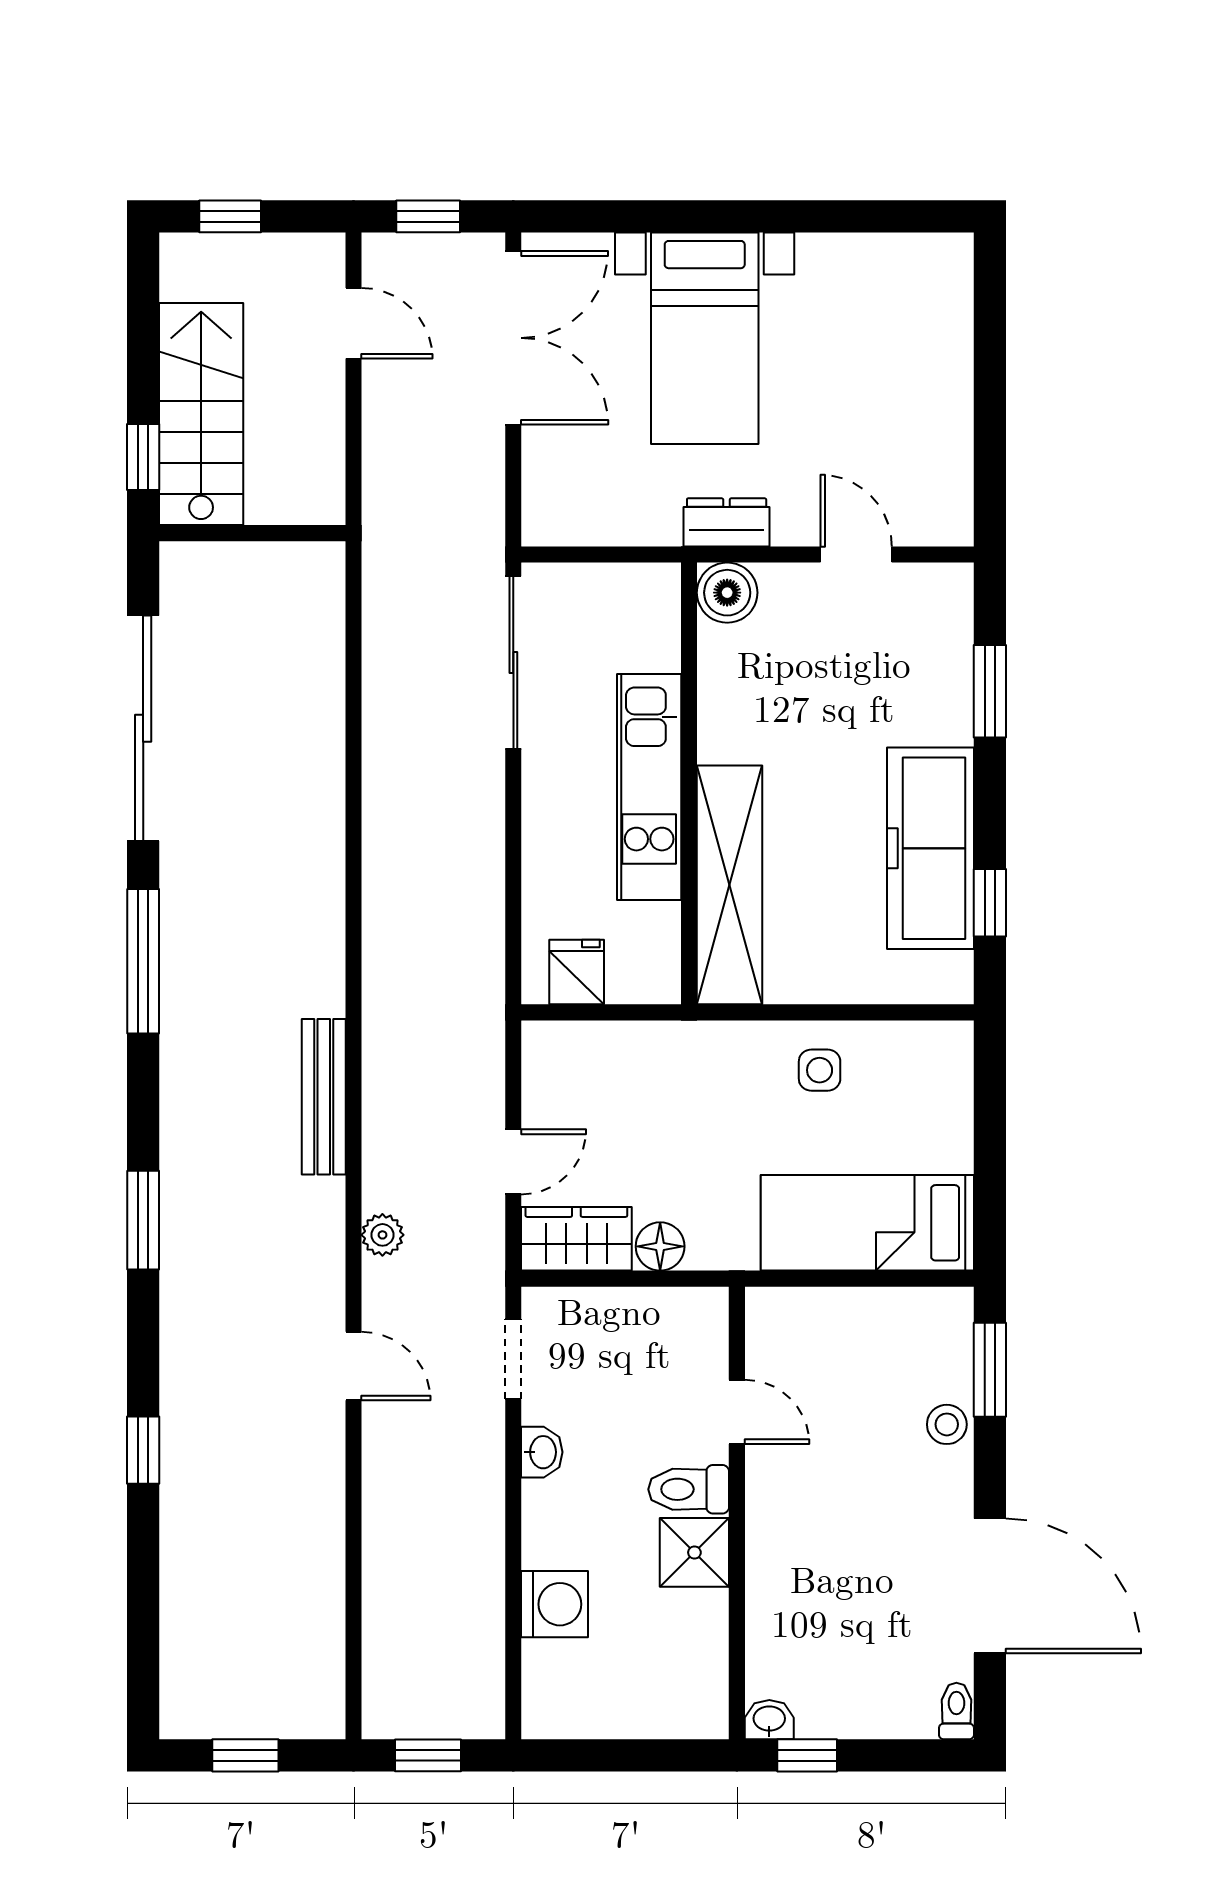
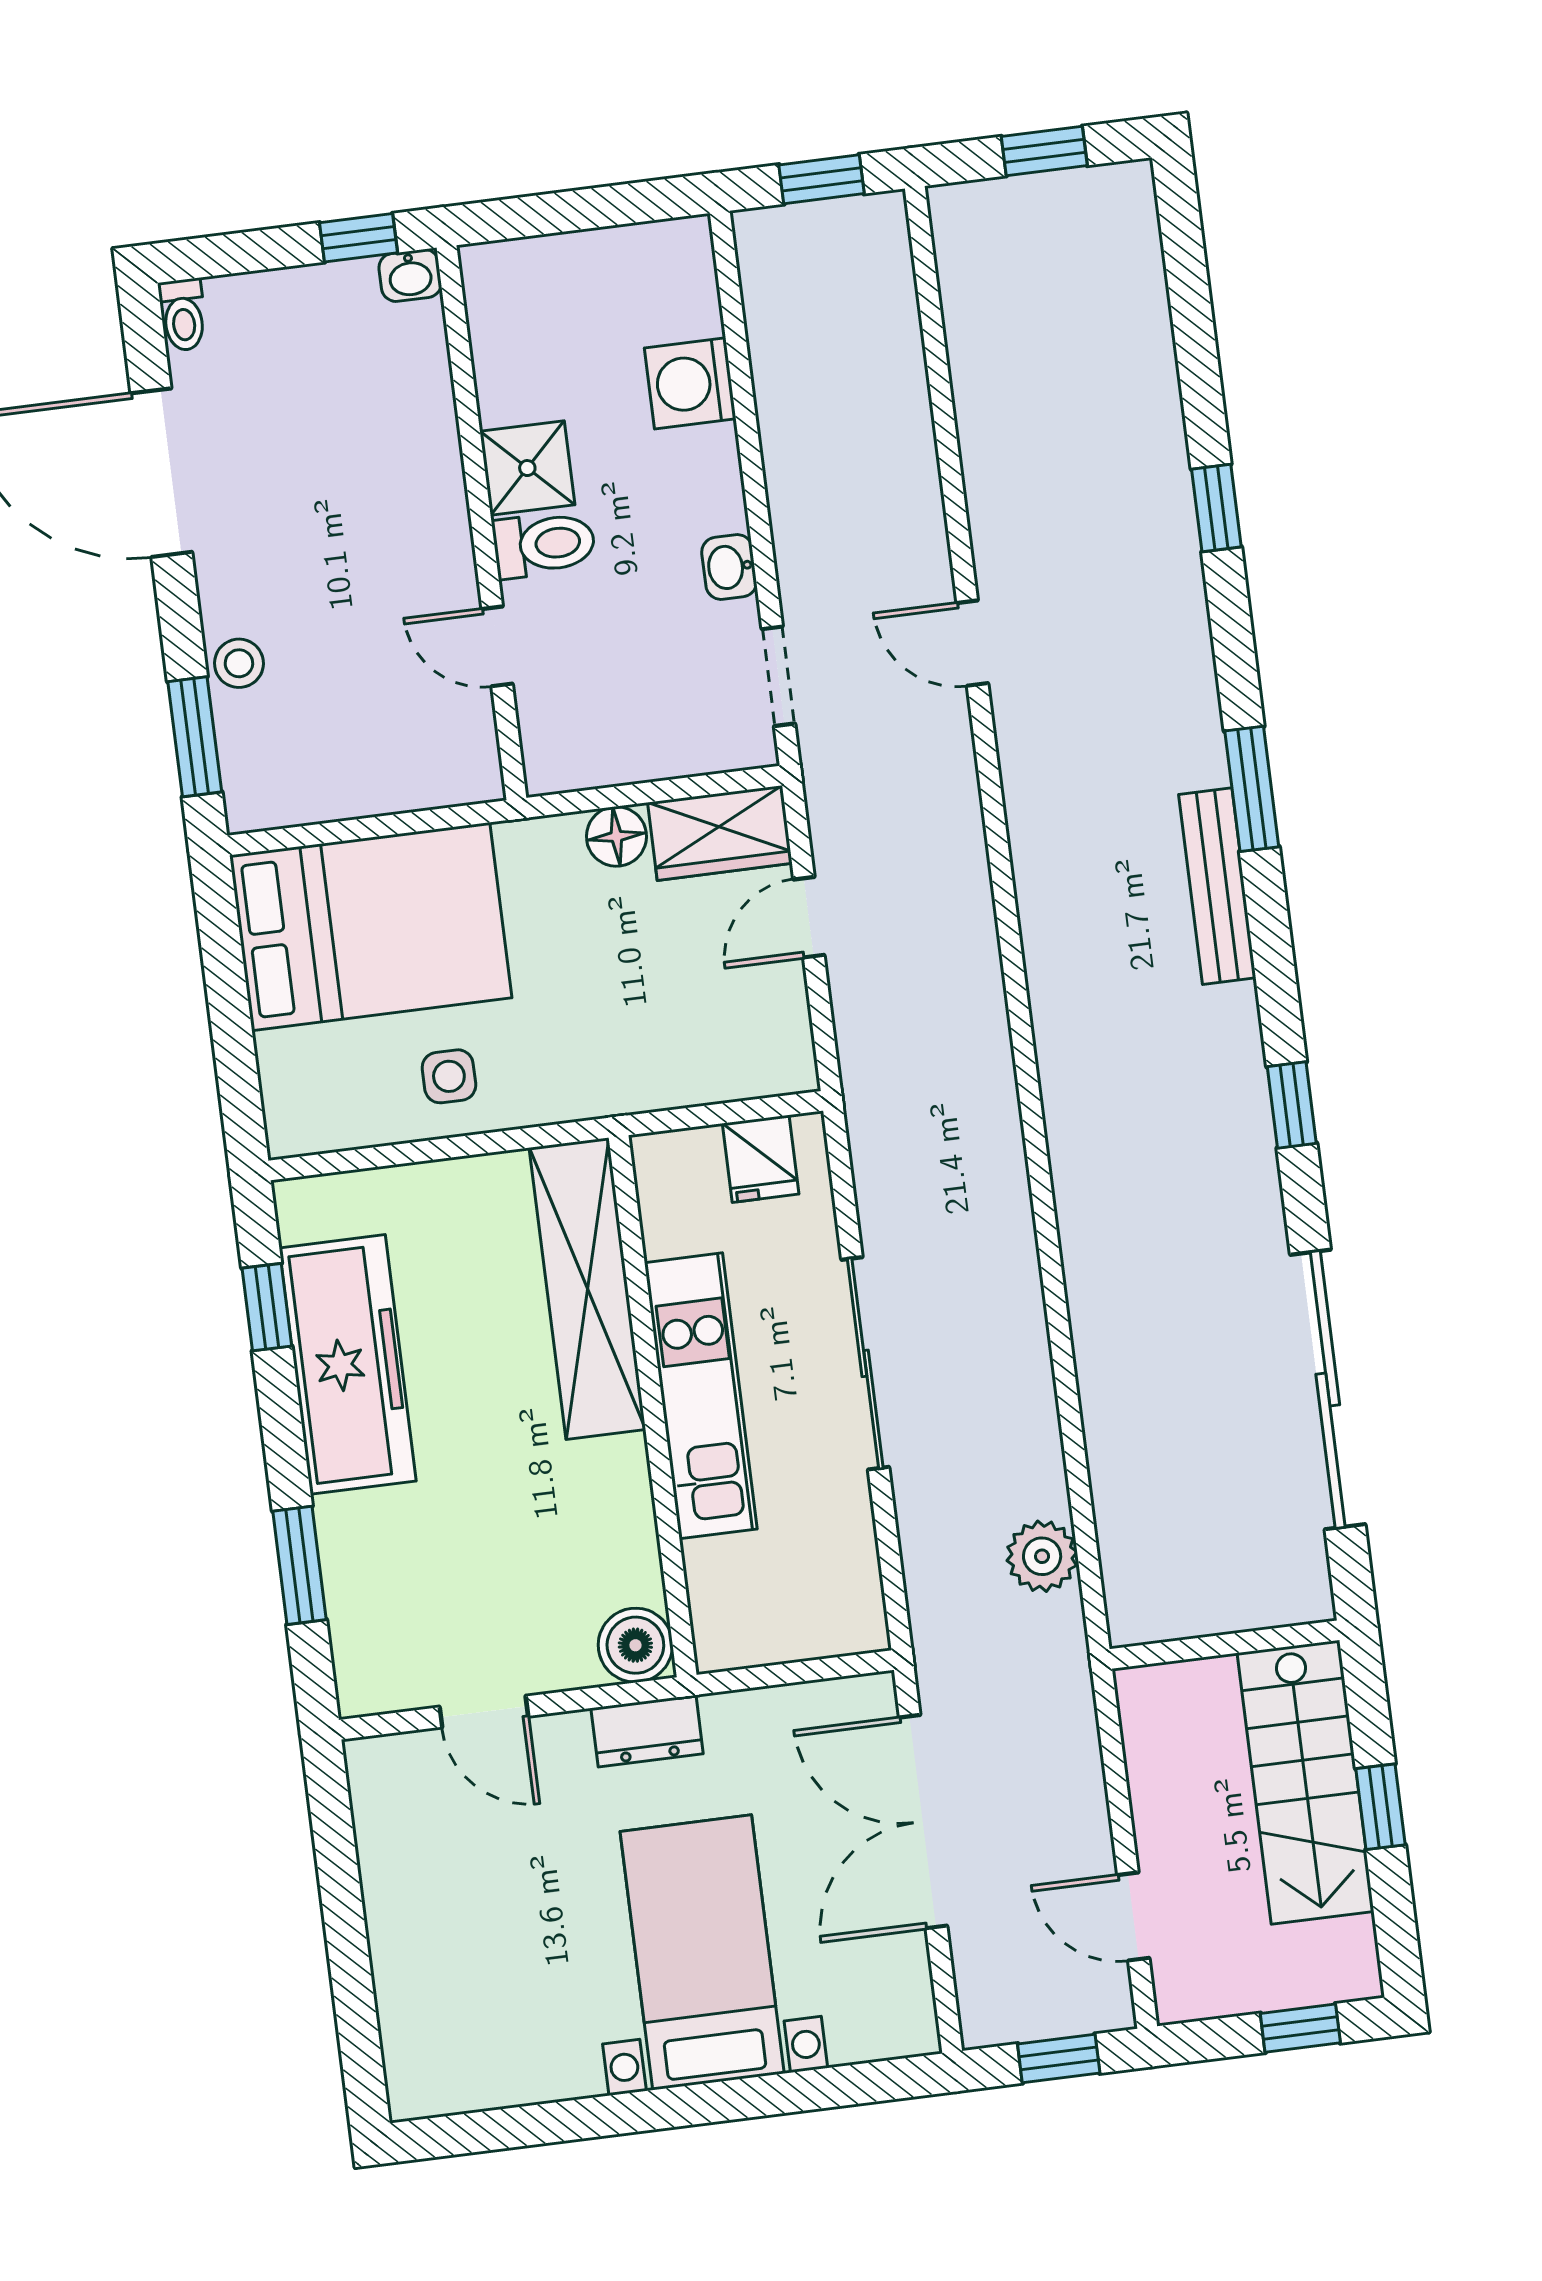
double door: (513, 338) -> (923, 1822), moved
window: (143, 457) -> (1380, 1807), moved
sliding door: (513, 663) -> (865, 1363), moved
window: (143, 961) -> (1292, 1105), width x0.46
bench: (324, 1097) -> (1217, 886), moved
bed: (867, 1223) -> (371, 927), width x1.50
plant: (382, 1235) -> (1042, 1556), moved, width x1.38, depth x1.38

